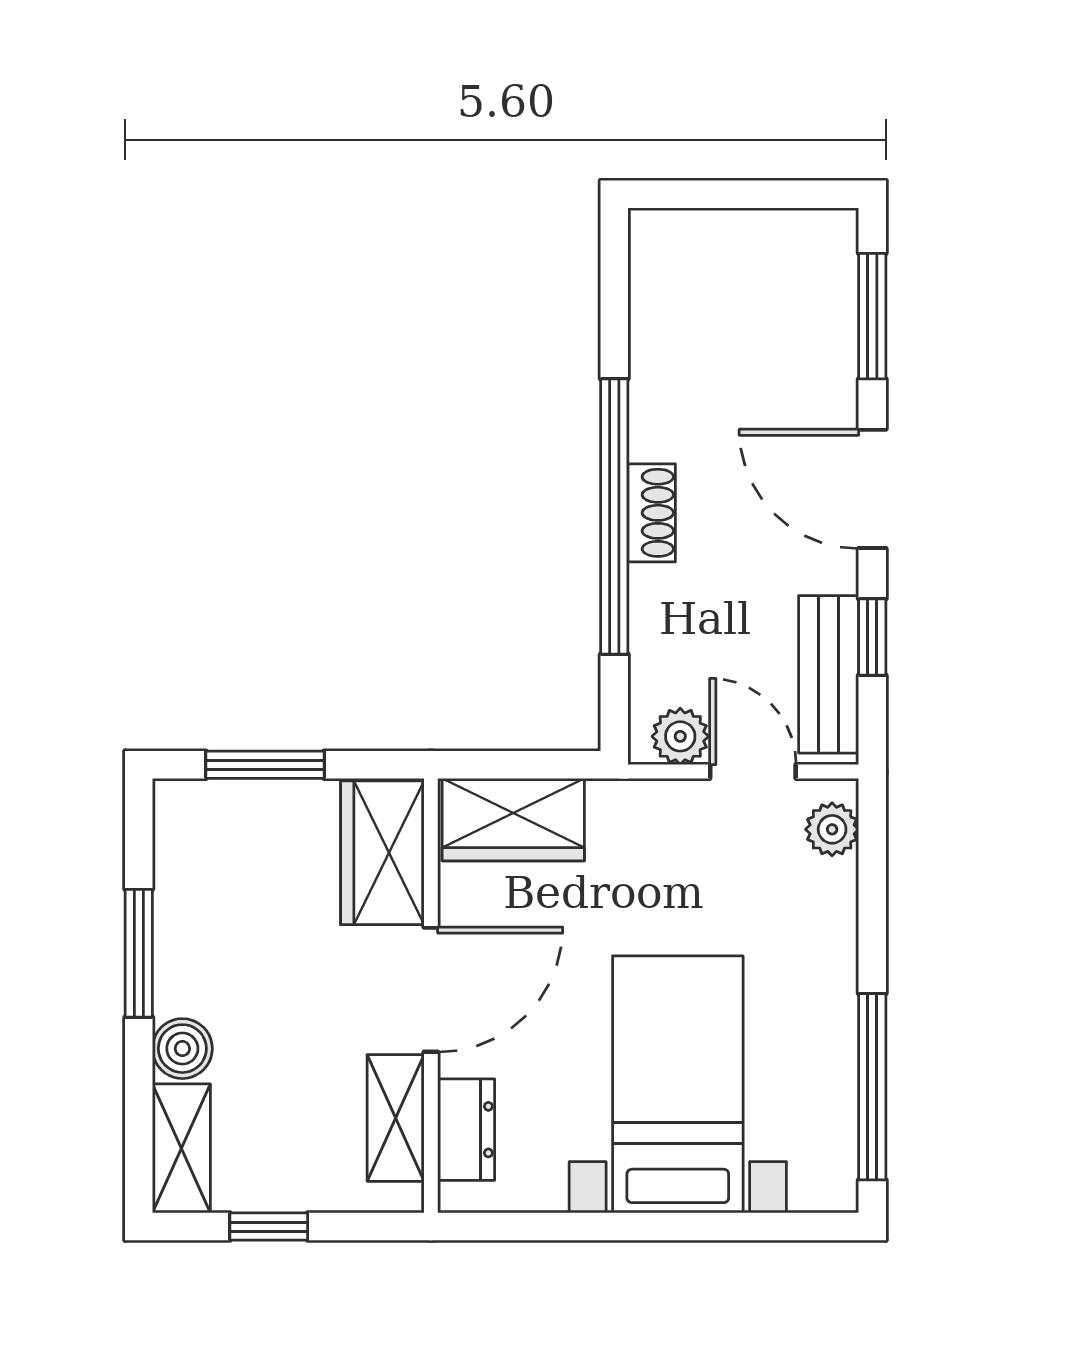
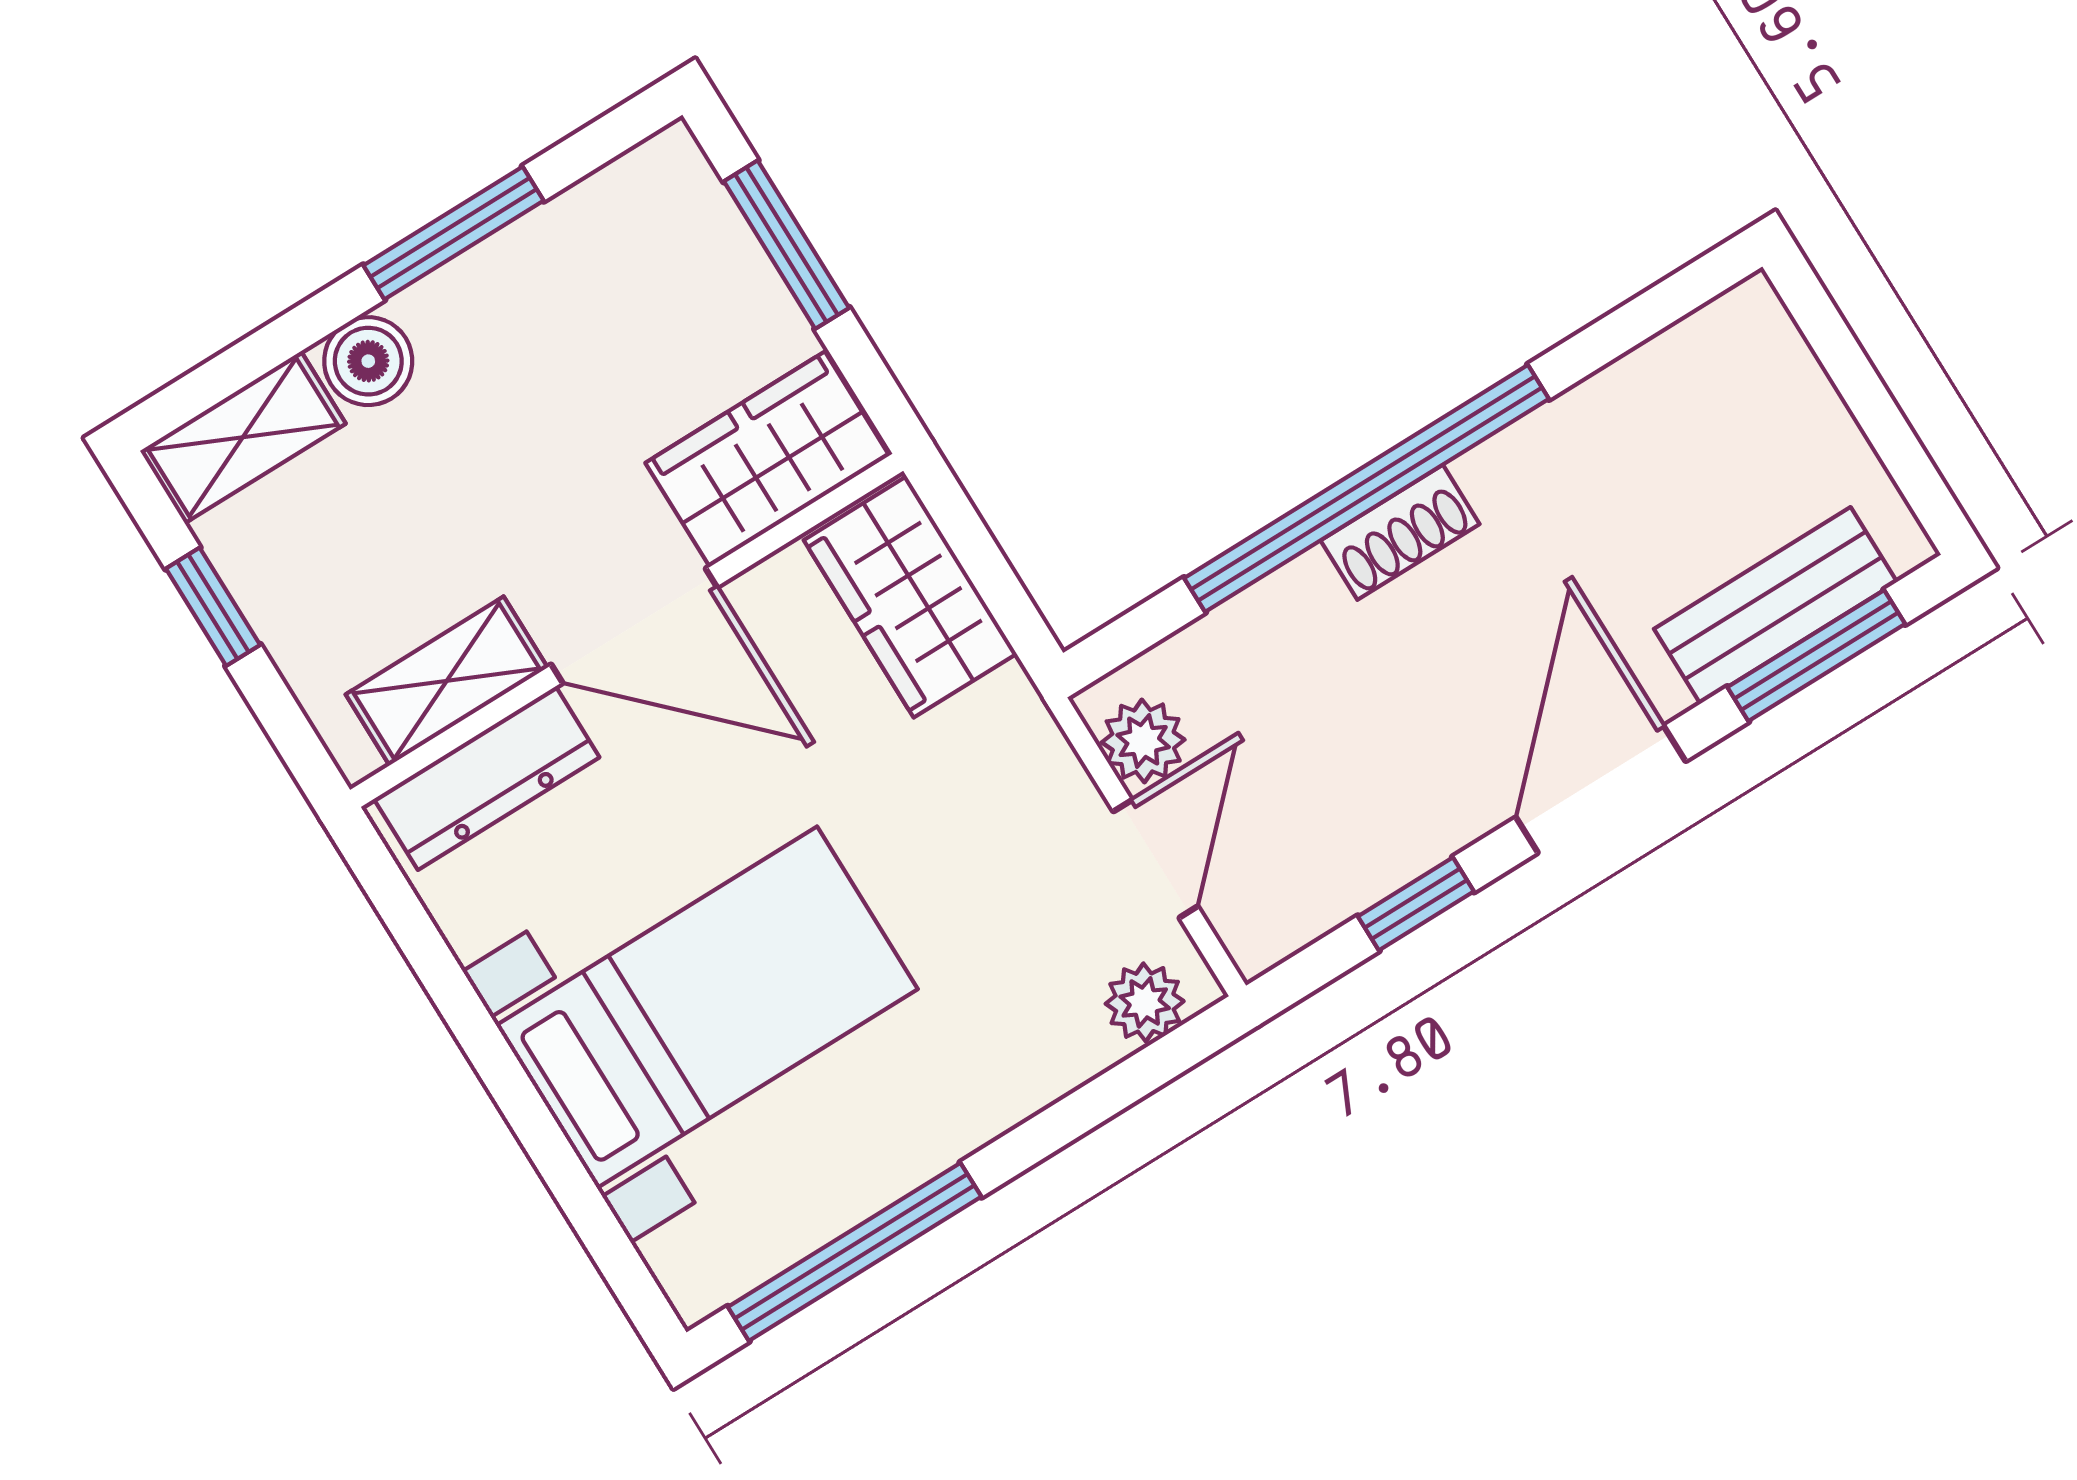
bench: (829, 674) -> (1775, 605), moved
dresser: (466, 1130) -> (487, 778), width x1.44

